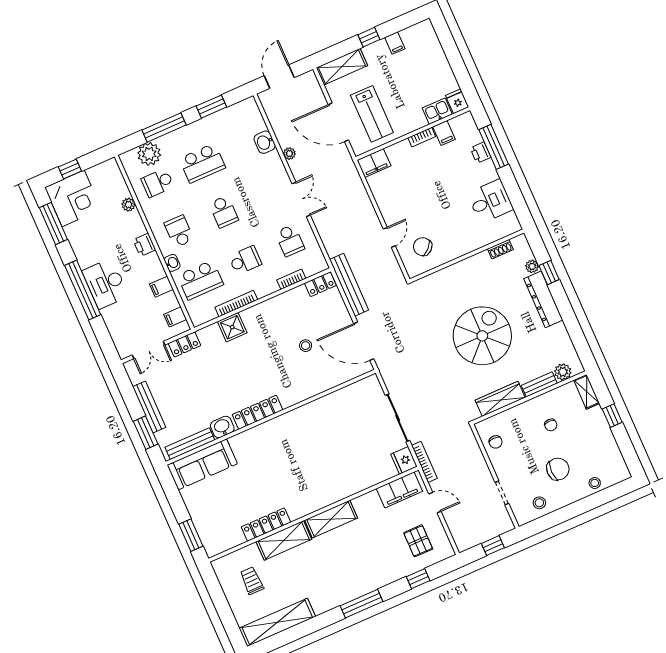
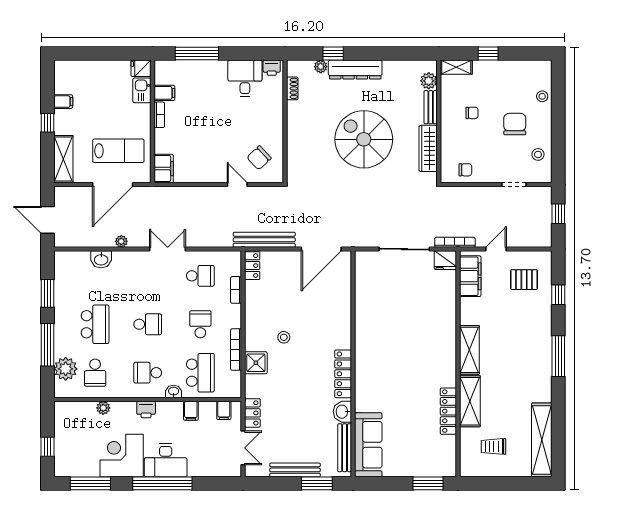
printer: (481, 153) -> (272, 68), moved
corner desk: (73, 198) -> (122, 456), moved, turned -90
stool: (306, 346) -> (284, 337), moved

